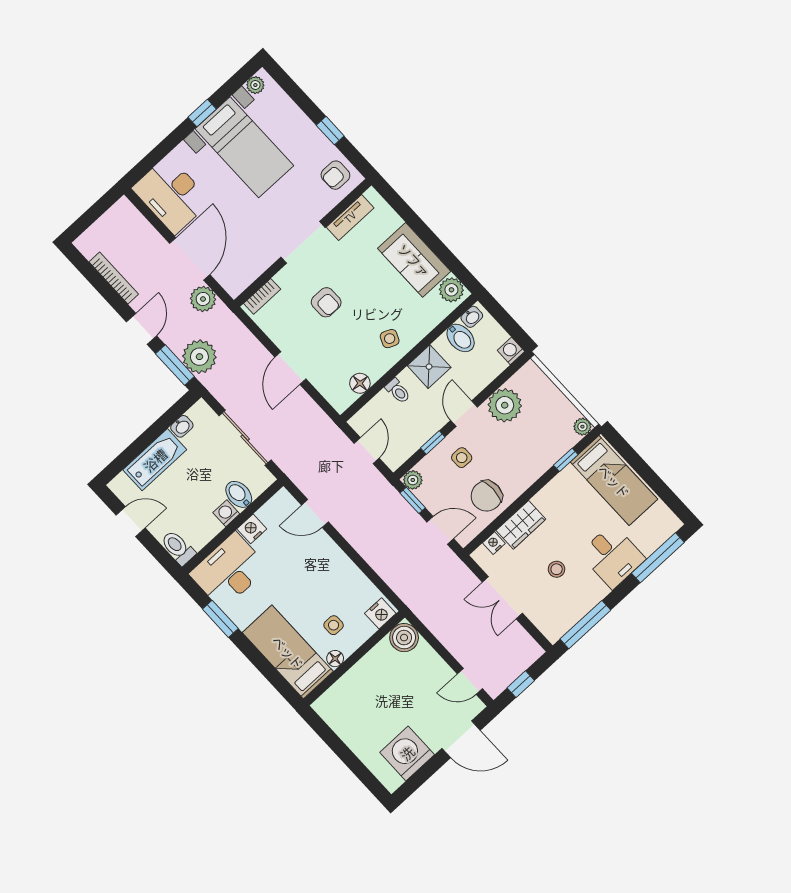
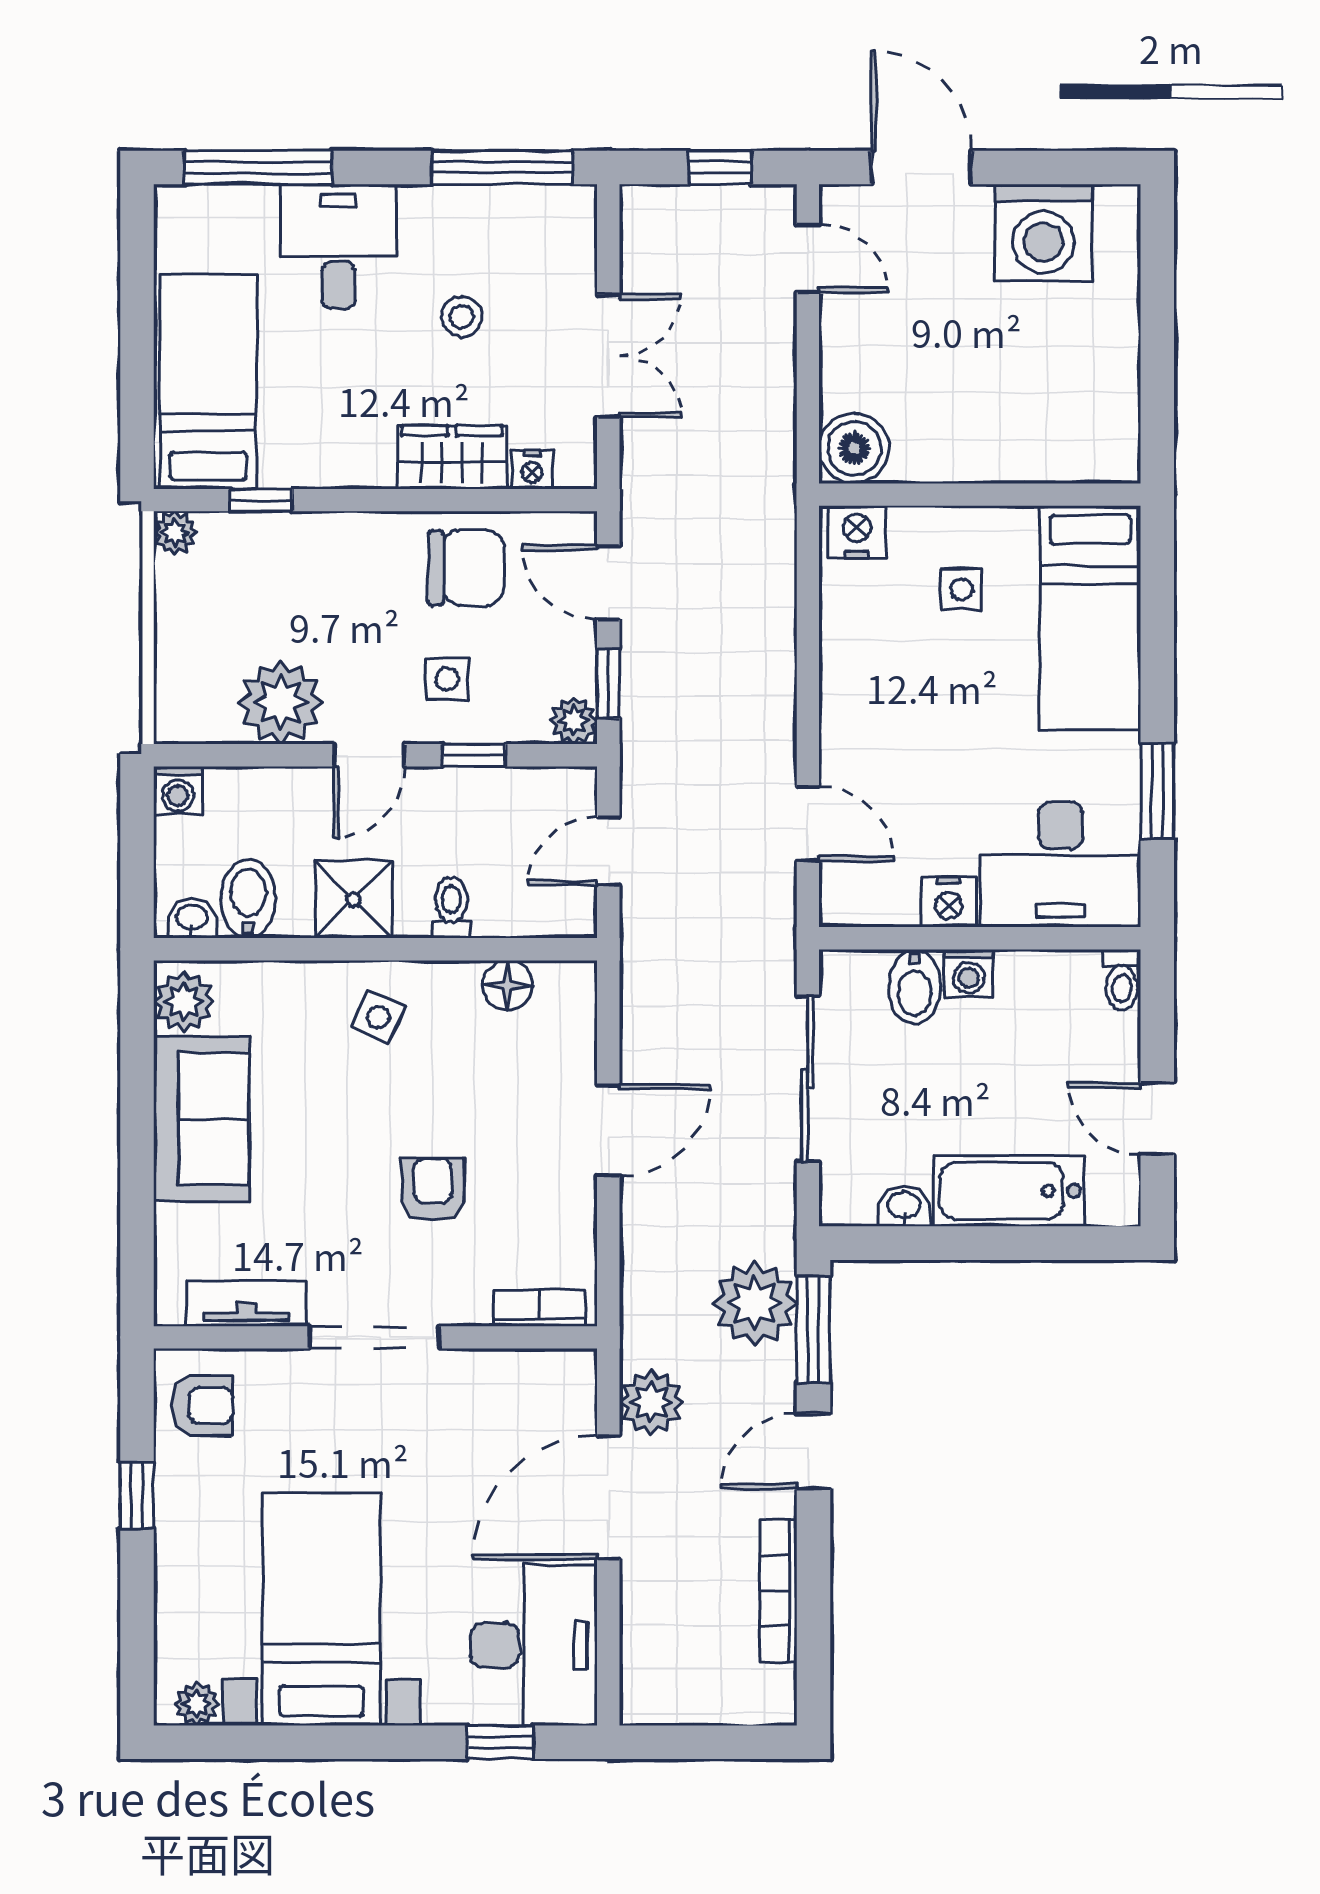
window: (202, 113) -> (500, 1742), moved
toilet: (178, 548) -> (1122, 980), width x0.73, depth x0.72
floor lamp: (335, 659) -> (1015, 526), removed

